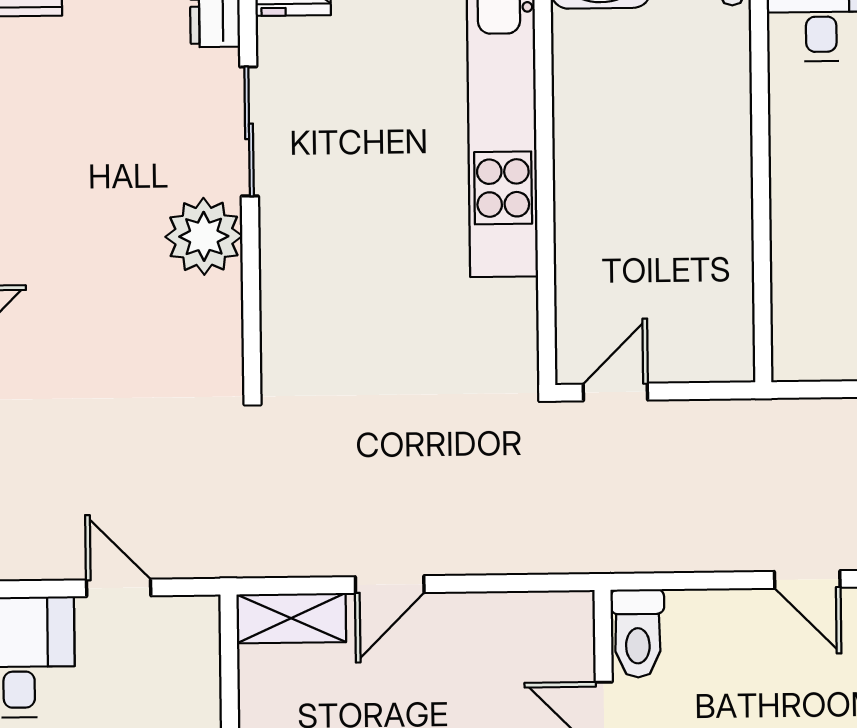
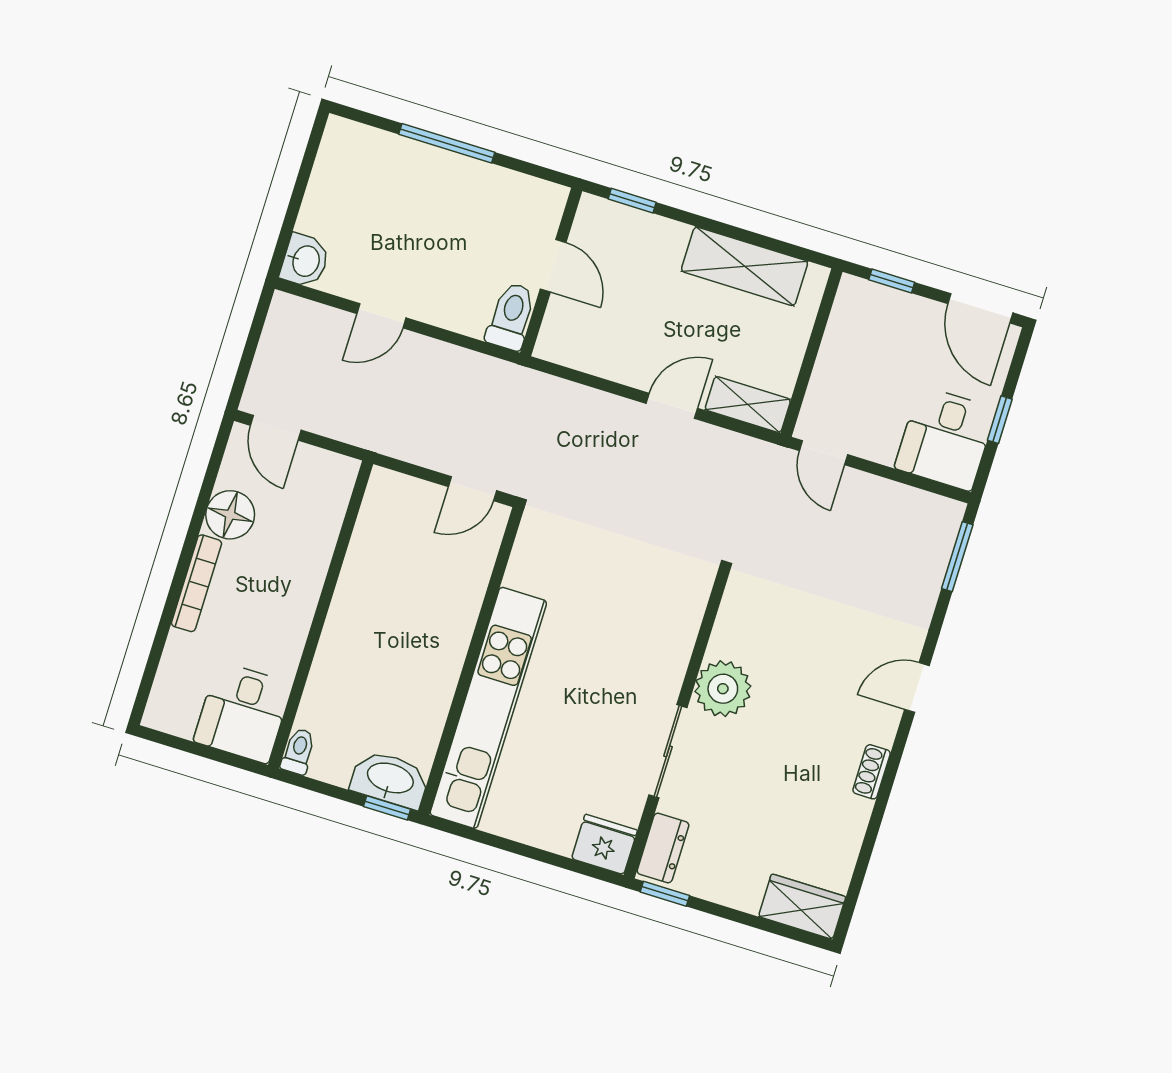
door: (807, 579) -> (381, 316), swing flipped
door: (119, 588) -> (823, 453), moved

